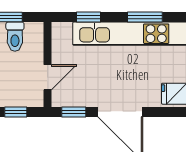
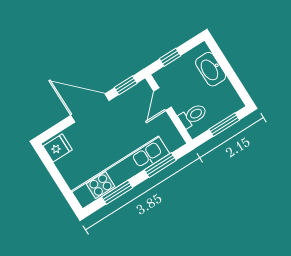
window: (89, 17) -> (160, 165), width x1.50
toilet: (15, 37) -> (193, 116), moved, turned 90

